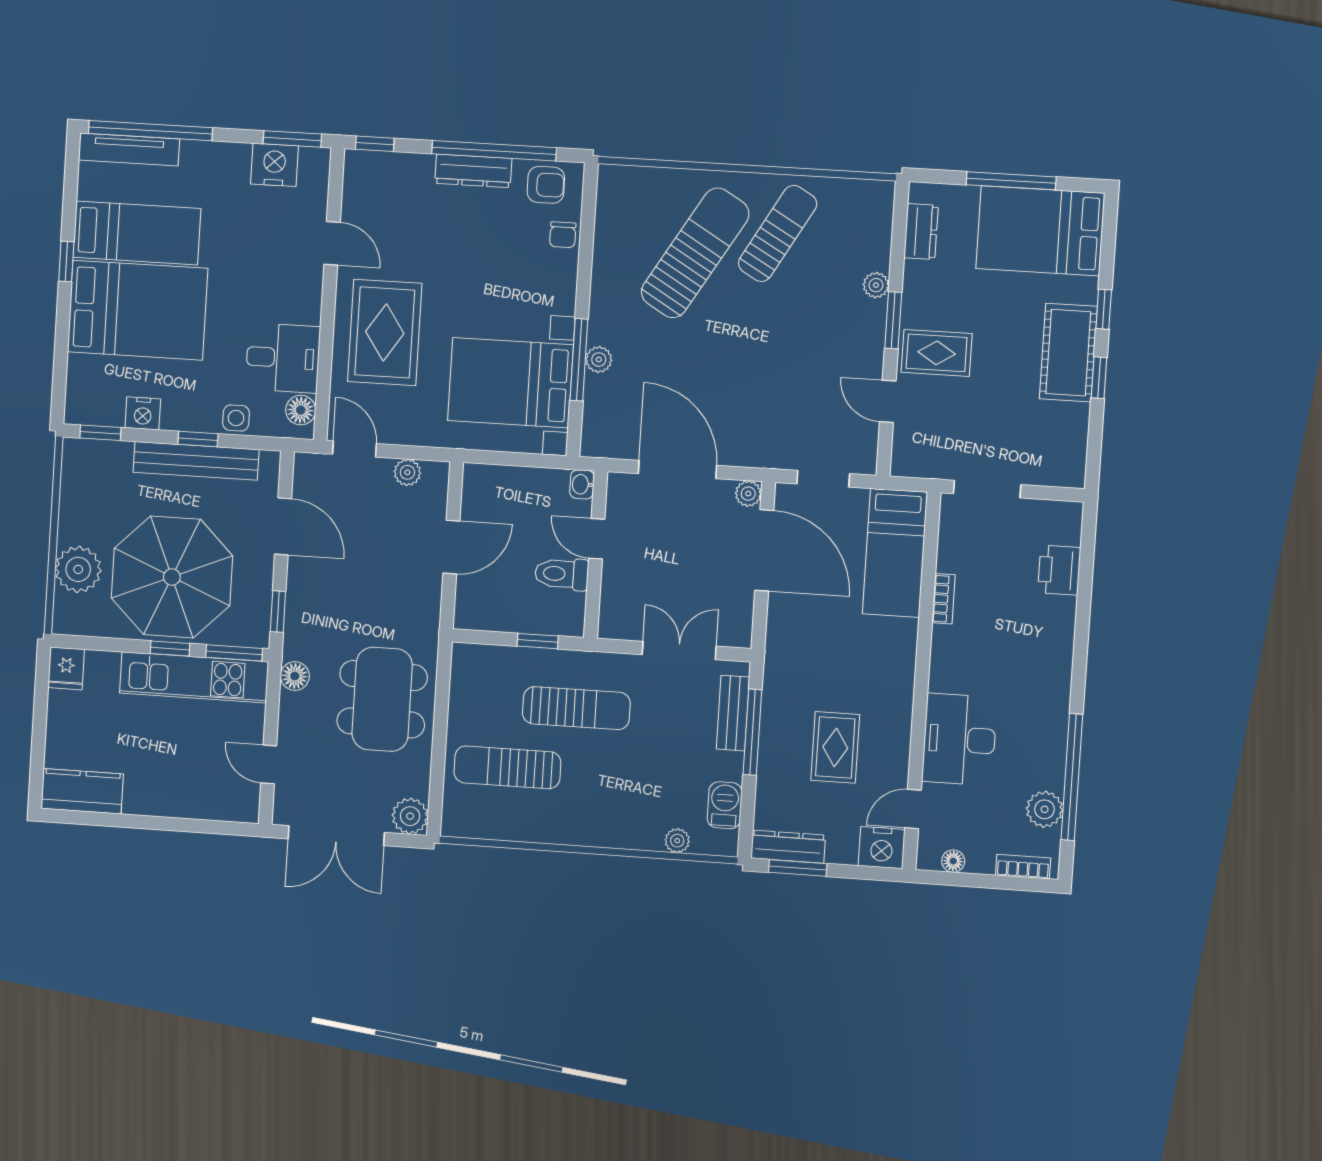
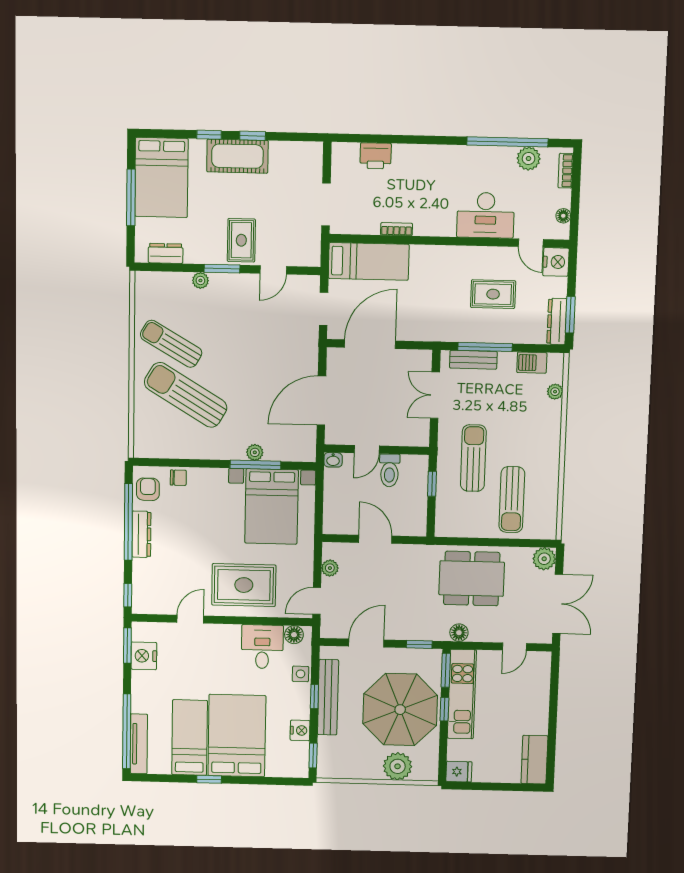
plant: (748, 494) -> (335, 356), removed

